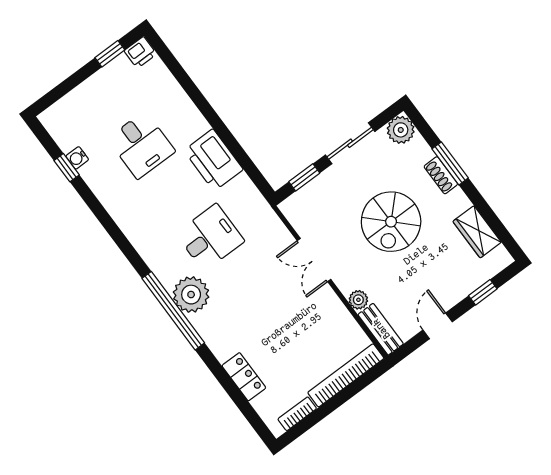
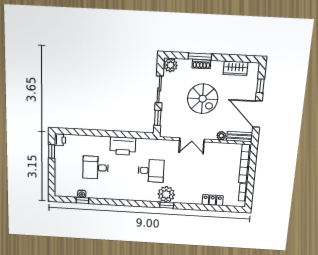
desk: (141, 145) -> (96, 168), turned 180
desk: (210, 237) -> (151, 171), turned 90
window: (173, 311) -> (167, 205), width x0.32
door: (438, 326) -> (257, 114), width x1.88

